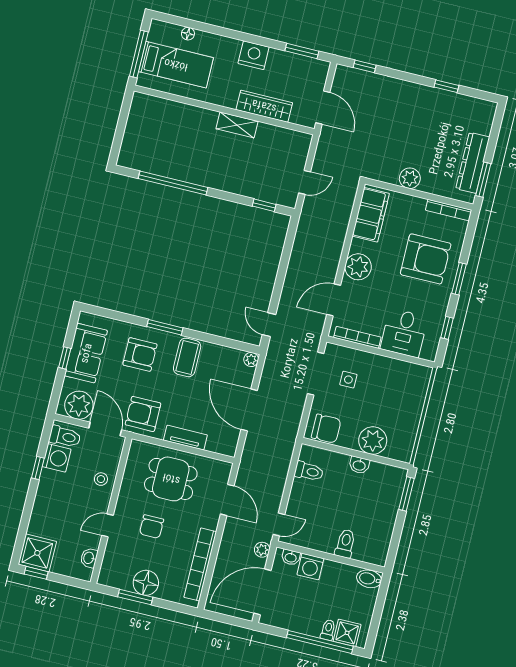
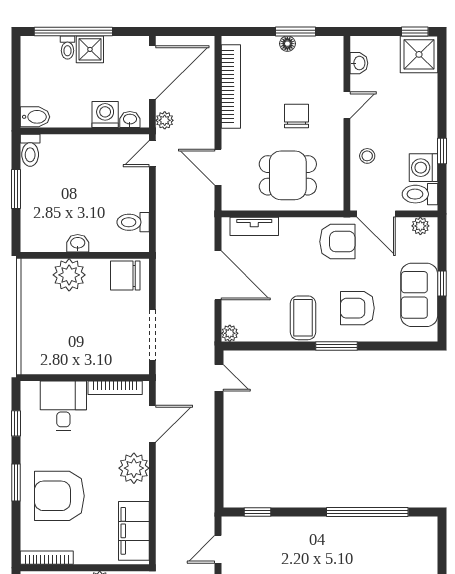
side table: (348, 380) -> (114, 337), removed
plant: (79, 405) -> (420, 226), width x0.53, depth x0.53
tv unit: (185, 438) -> (254, 226), moved
window: (407, 494) -> (16, 189), moved
toilet: (345, 544) -> (30, 150), moved
floor lamp: (146, 583) -> (287, 44), width x0.53, depth x0.53
shower: (347, 633) -> (90, 49), moved

